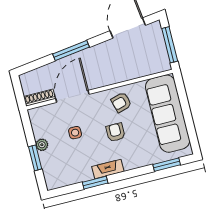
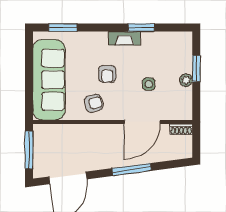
shoe rack: (39, 98) -> (181, 129), width x0.70

